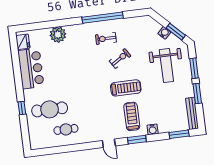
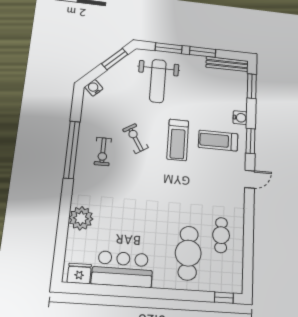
water cooler: (164, 33) -> (94, 88), moved
weight bench: (166, 65) -> (158, 81), turned 90
treadmill: (126, 88) -> (178, 140), turned 180
window: (22, 108) -> (224, 298), moved

